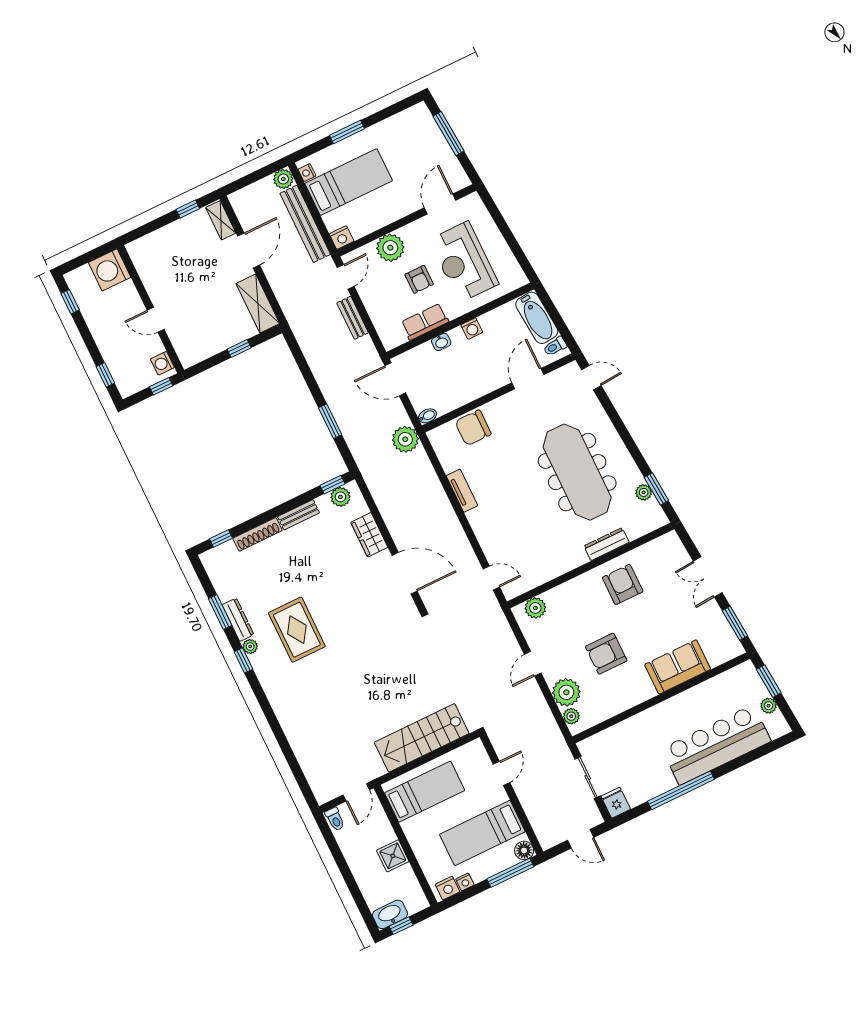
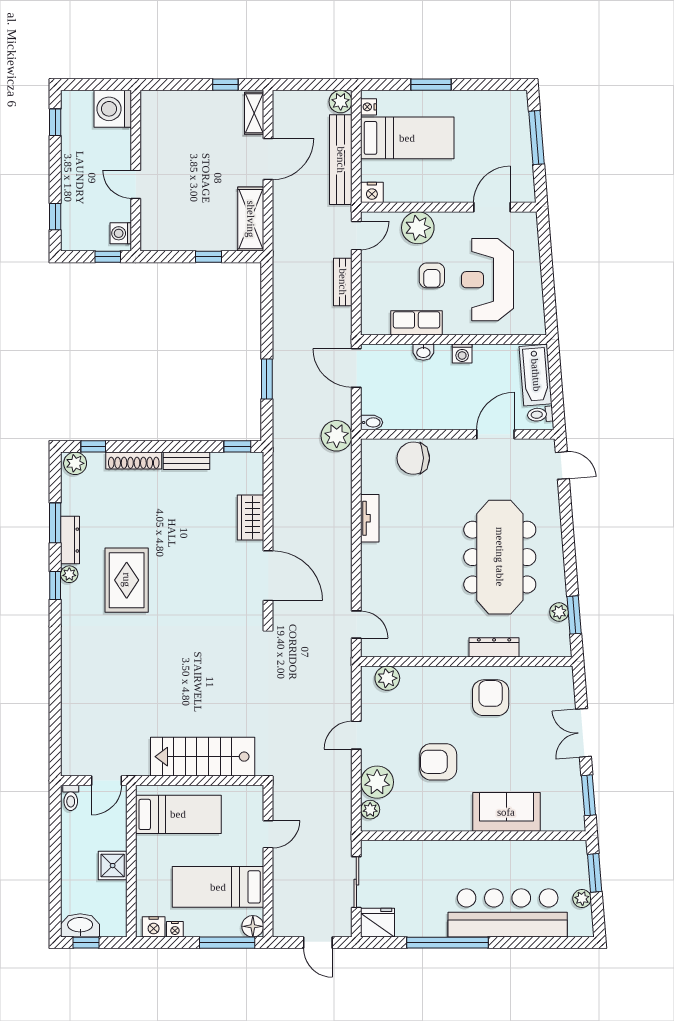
plant: (340, 497) -> (75, 463), moved
fridge: (616, 803) -> (378, 923), width x1.38

